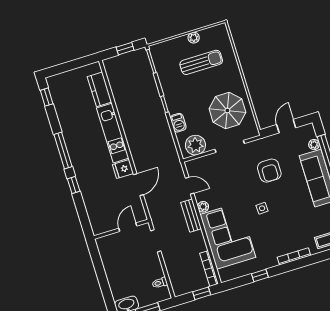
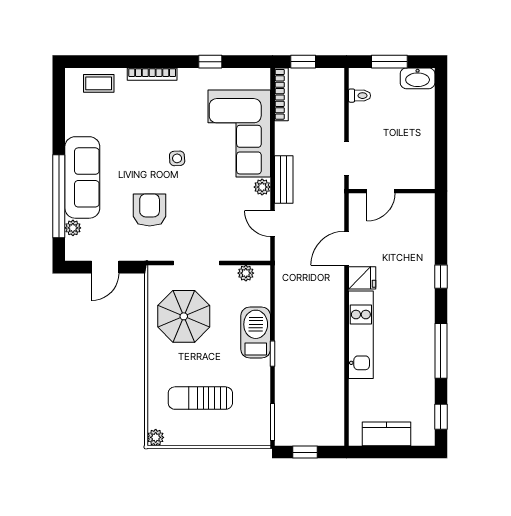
plant: (194, 38) -> (156, 437), moved
kitchen counter: (99, 89) -> (386, 434), moved, turned -90
barbecue: (178, 123) -> (256, 333), width x1.88, depth x1.53
plant: (195, 145) -> (246, 273), width x0.53, depth x0.53
window: (63, 151) -> (441, 351), moved

